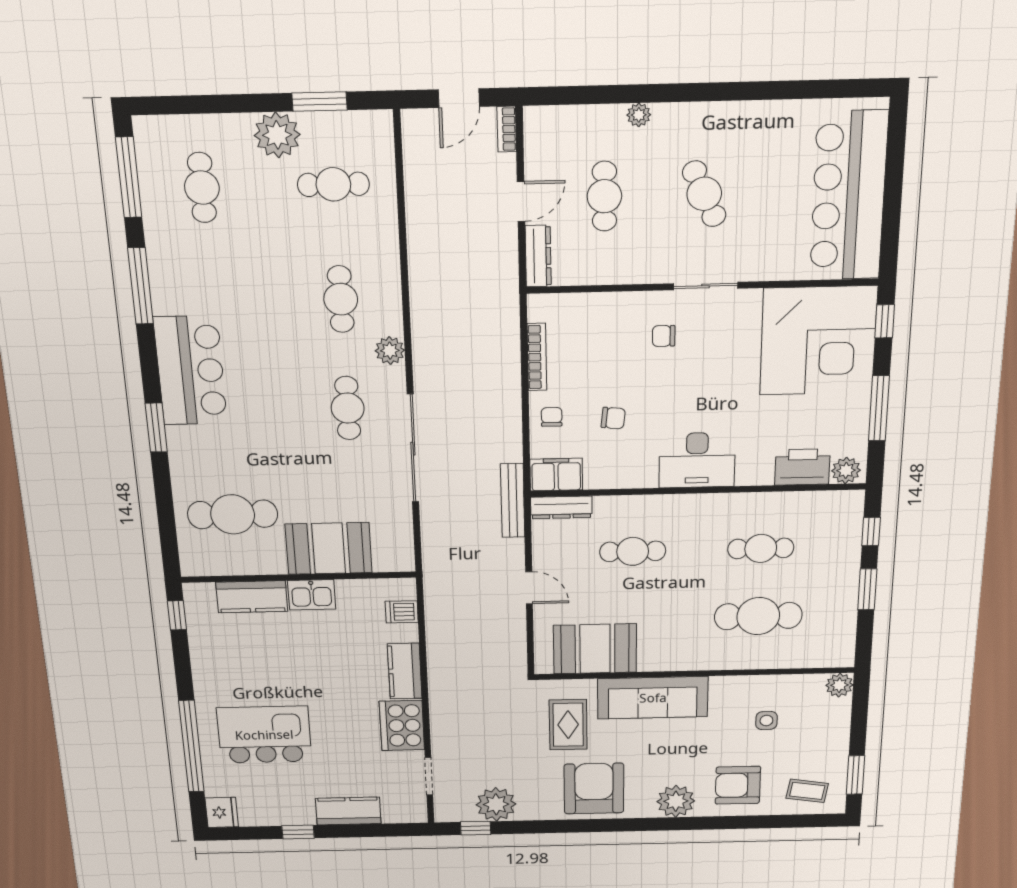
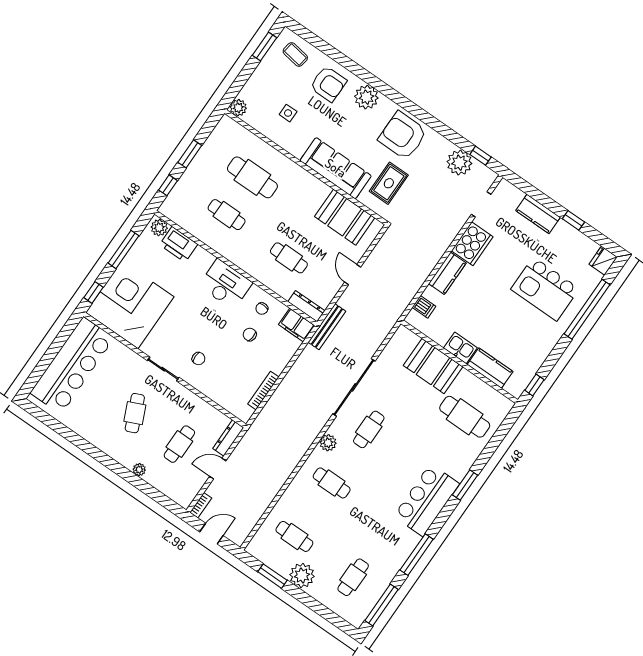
cafe table: (341, 299) -> (332, 483), turned 90
chair: (552, 417) -> (262, 309), moved
armchair: (594, 789) -> (403, 136), turned 90

